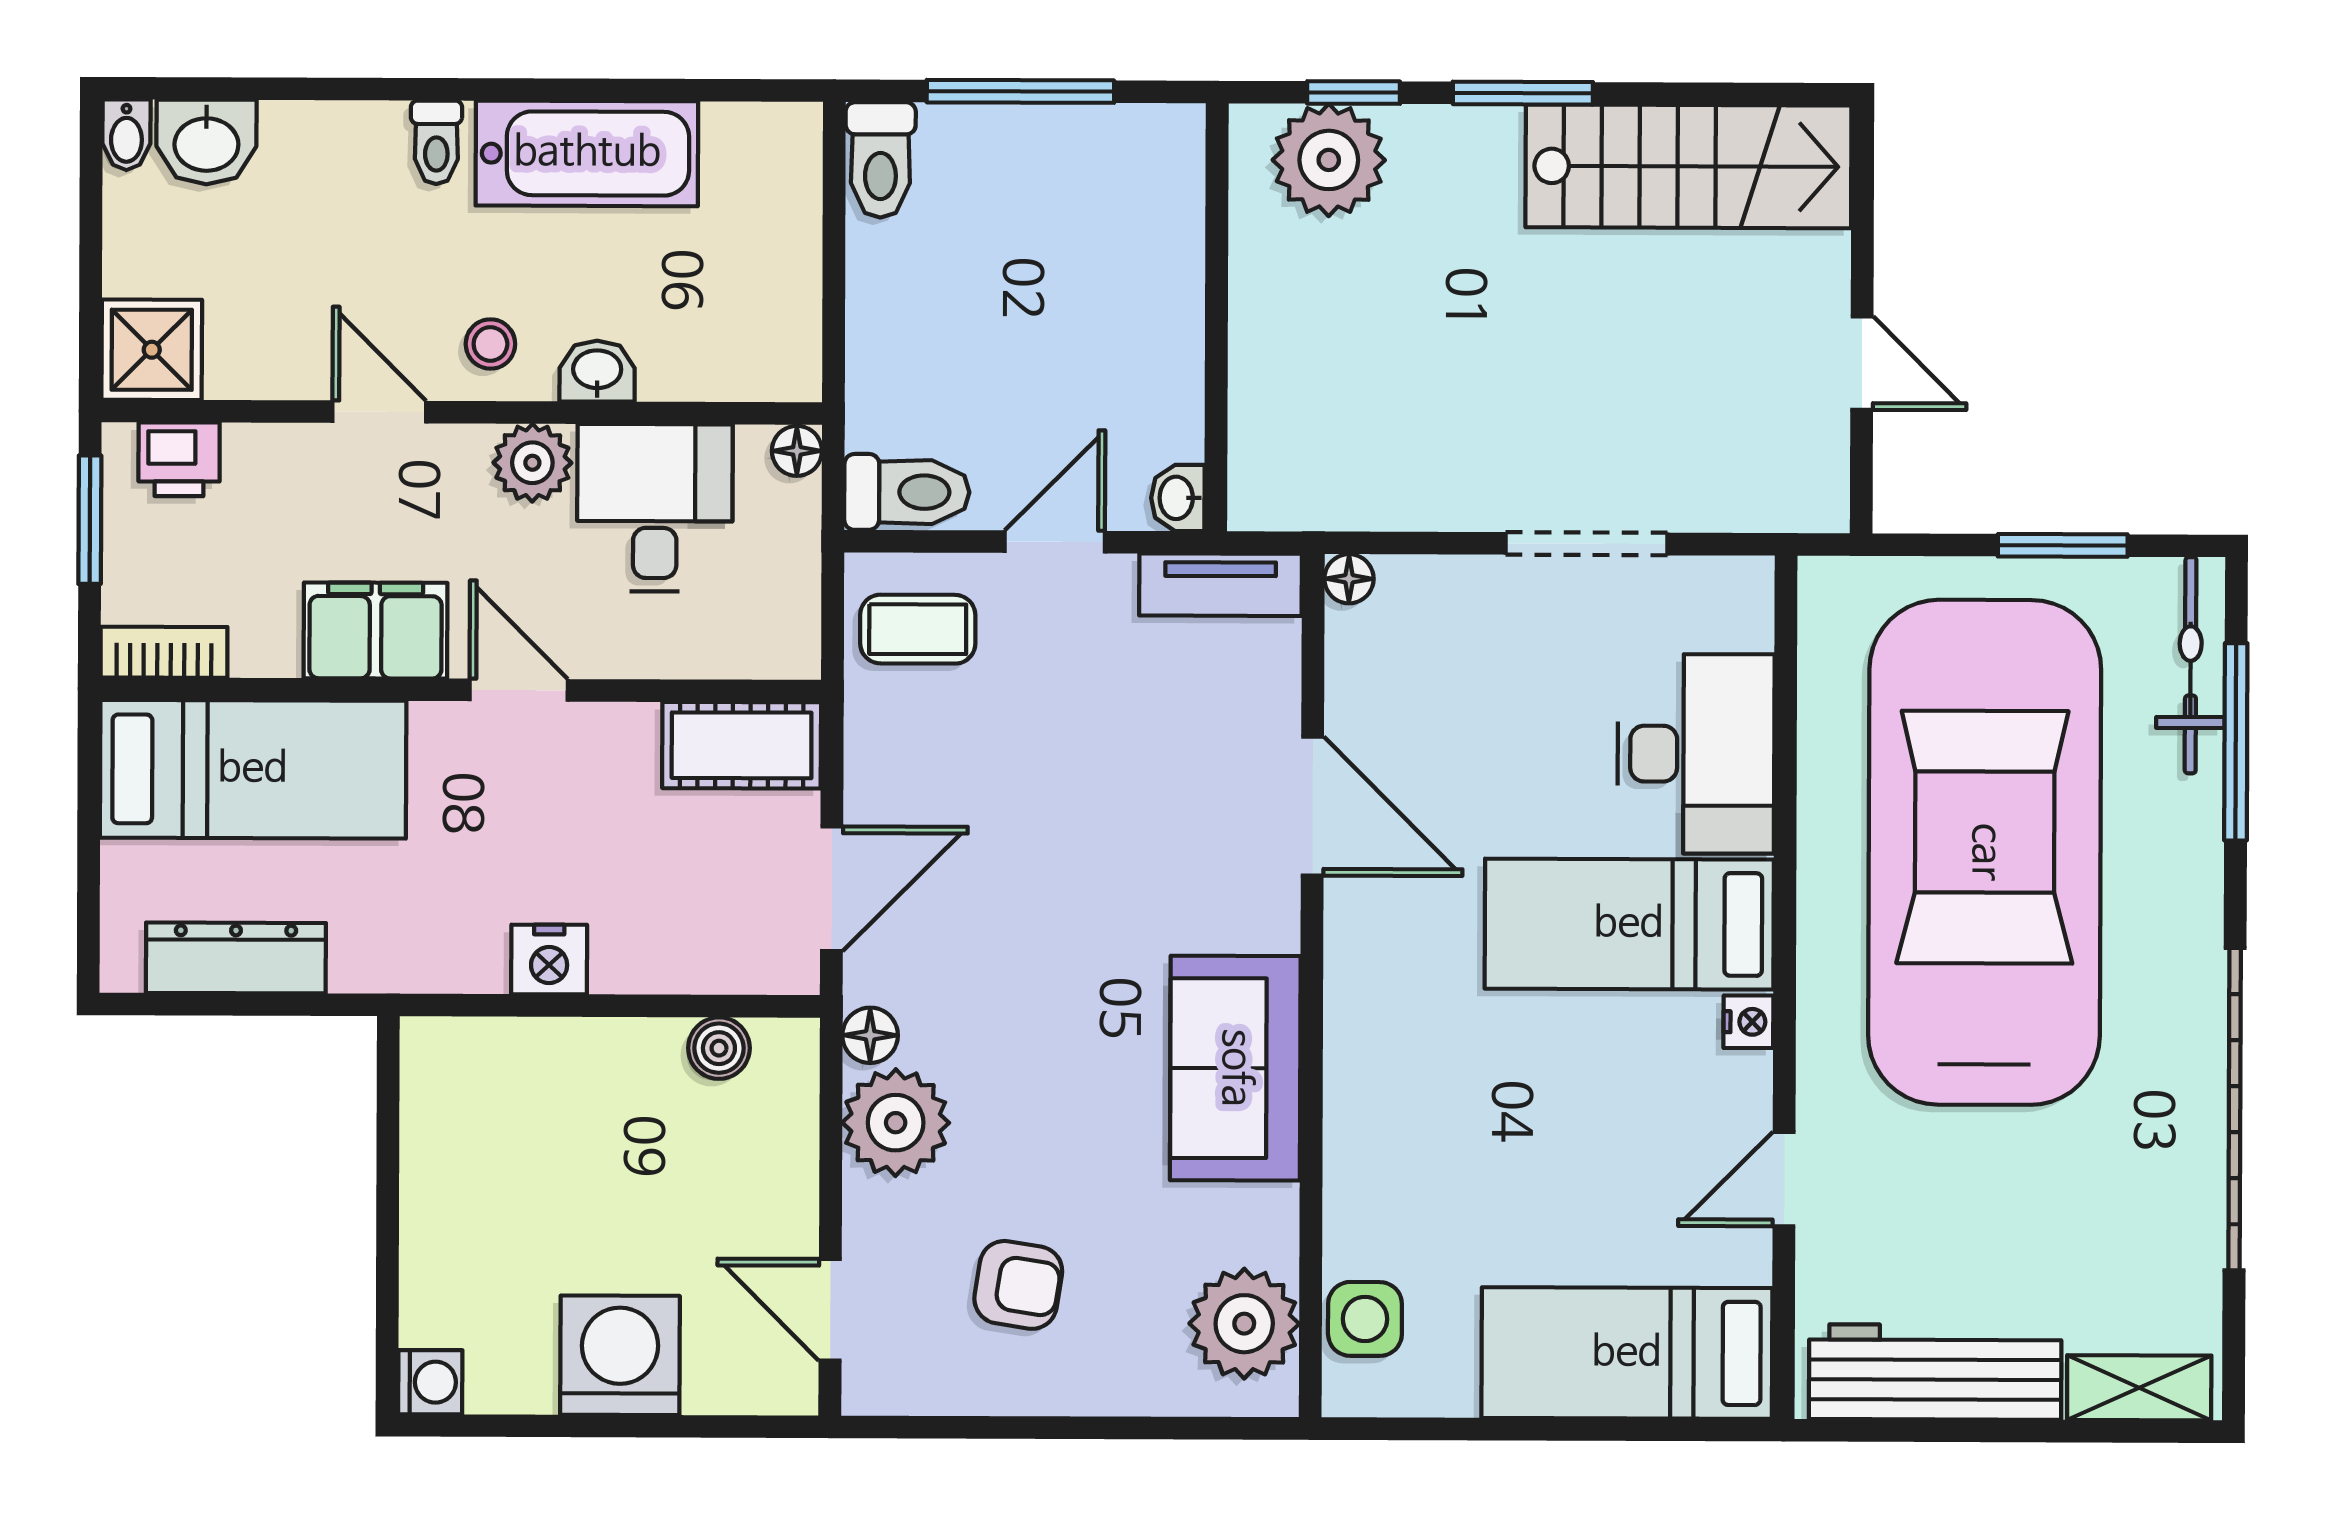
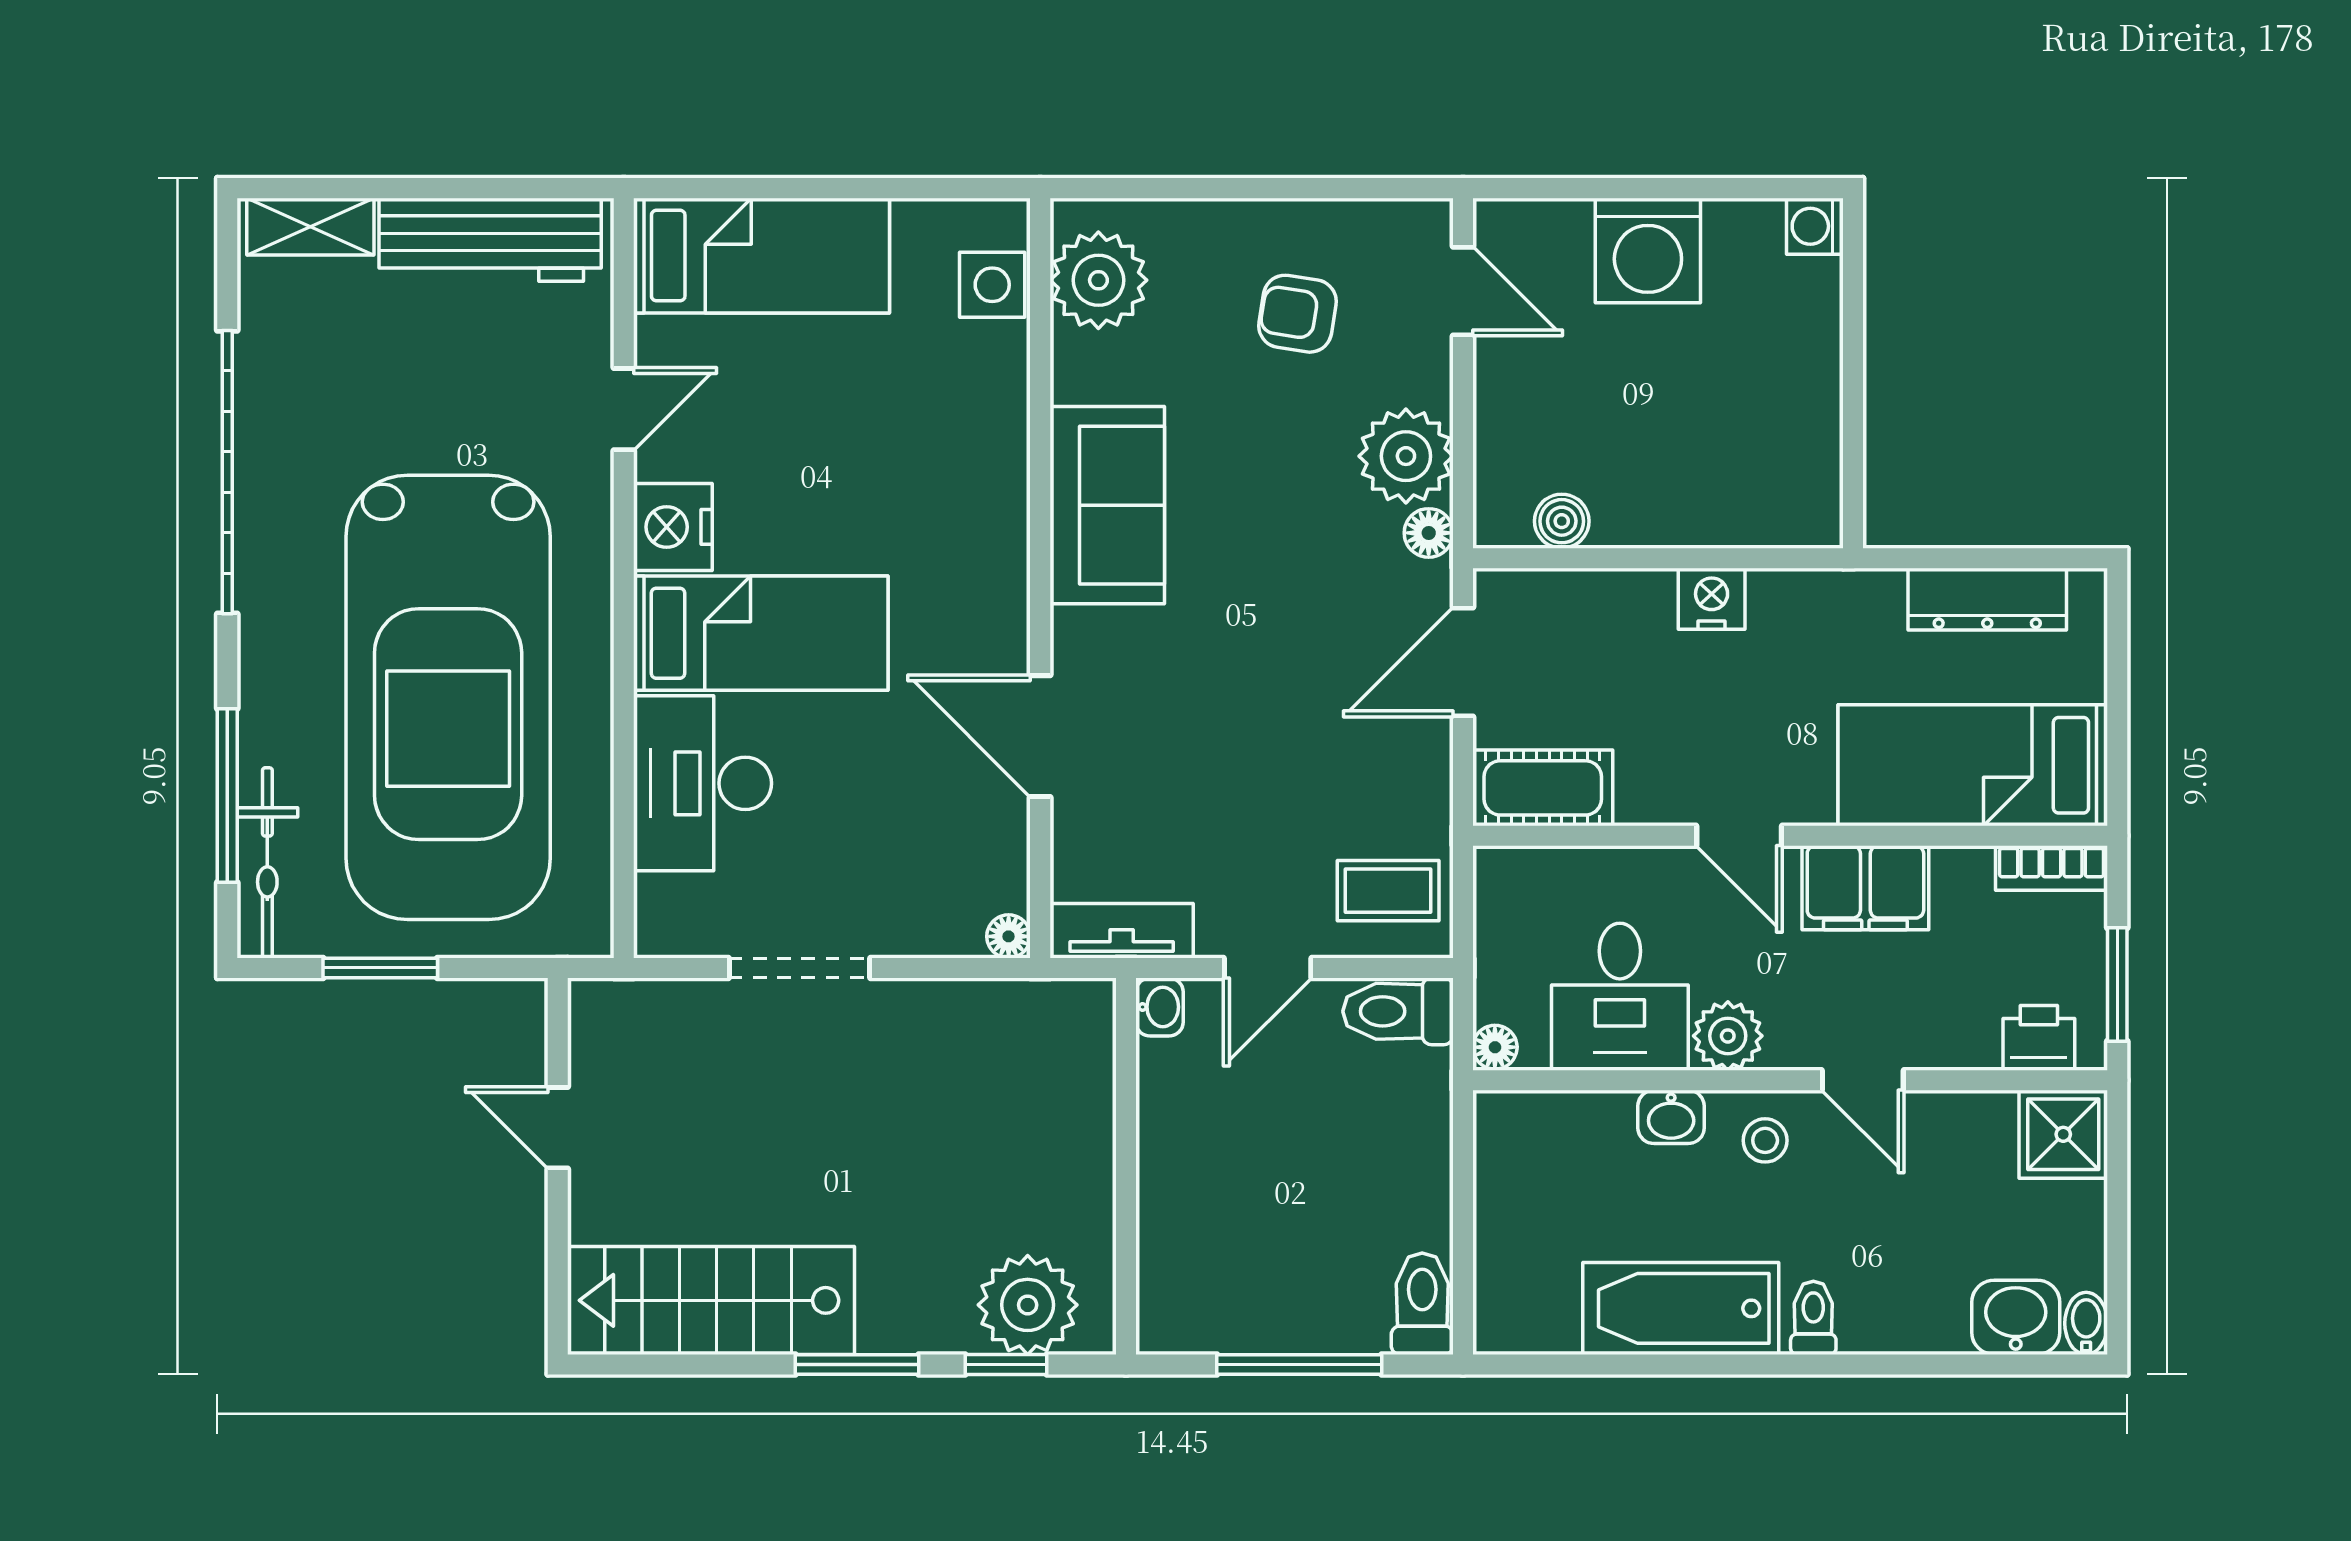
nightstand: (1748, 1022) -> (673, 527), width x1.89, depth x1.79

